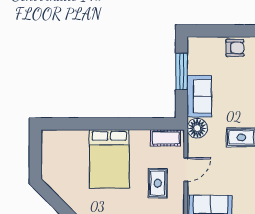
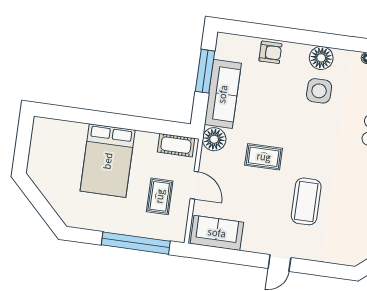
sofa: (199, 96) -> (223, 94), width x1.36
door: (186, 170) -> (194, 185), hinge flipped

